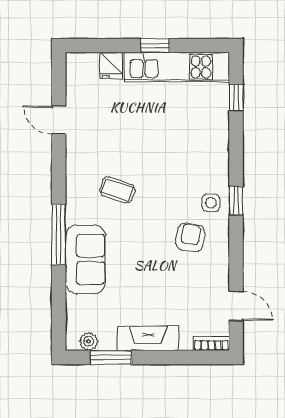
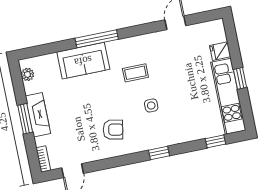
coffee table: (117, 190) -> (135, 73), turned 72
window: (236, 201) -> (159, 153), moved
side table: (211, 203) -> (151, 105), moved
window: (111, 357) -> (25, 119), moved

